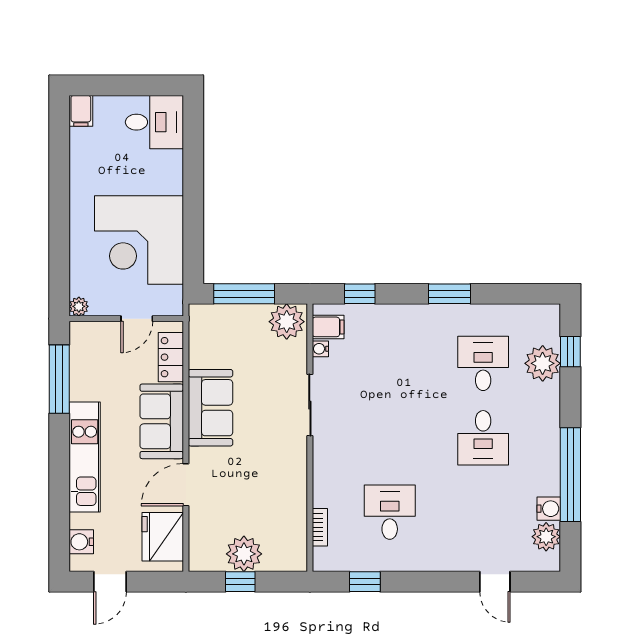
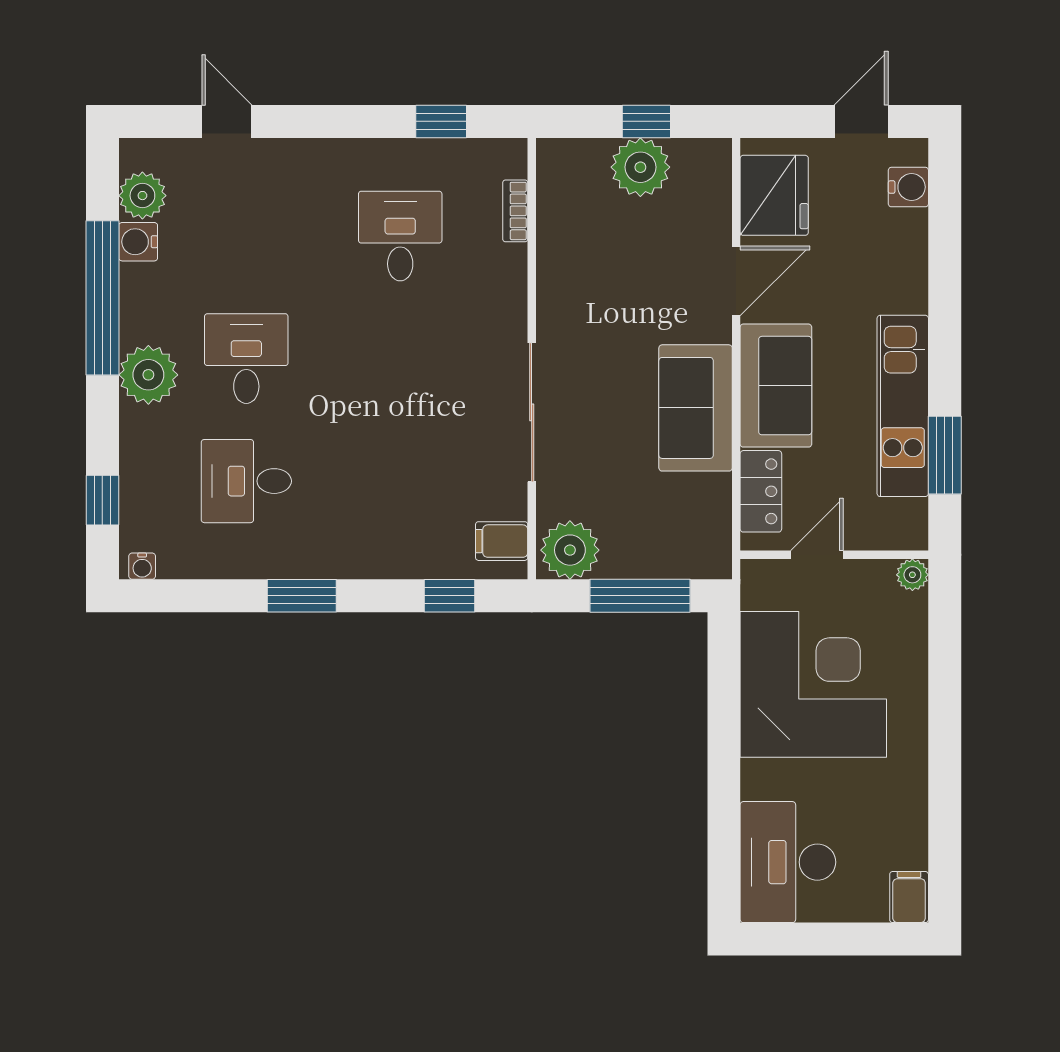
desk: (154, 122) -> (788, 862), width x1.37
water cooler: (320, 349) -> (142, 566), moved, turned 90
desk: (483, 363) -> (246, 481), turned 90
plant: (543, 363) -> (148, 375), moved
window: (59, 379) -> (945, 455), width x0.69
sliding door: (310, 405) -> (532, 412), width x1.37
kitchen unit: (85, 457) -> (903, 406), moved
desk: (390, 512) -> (400, 236), turned 180

